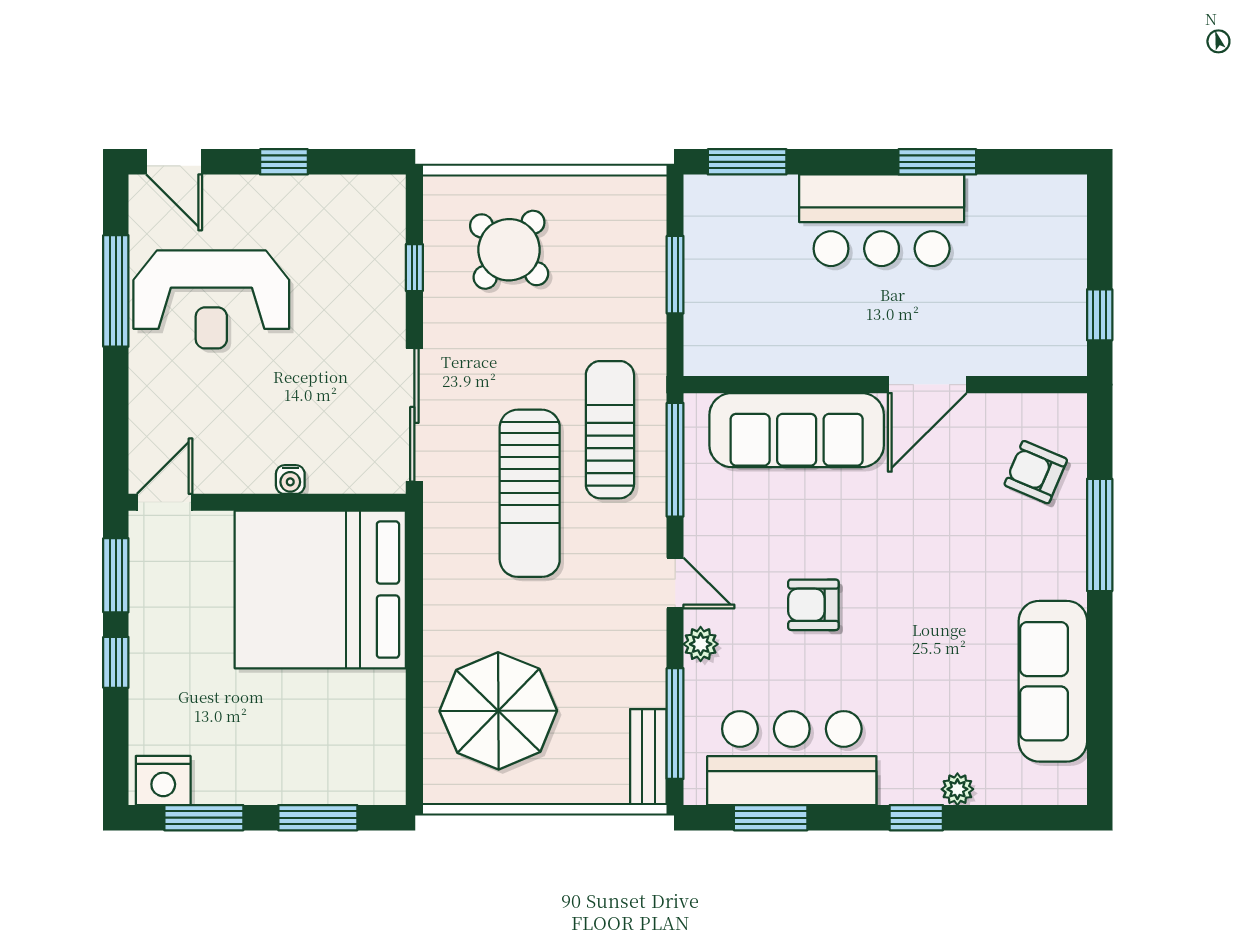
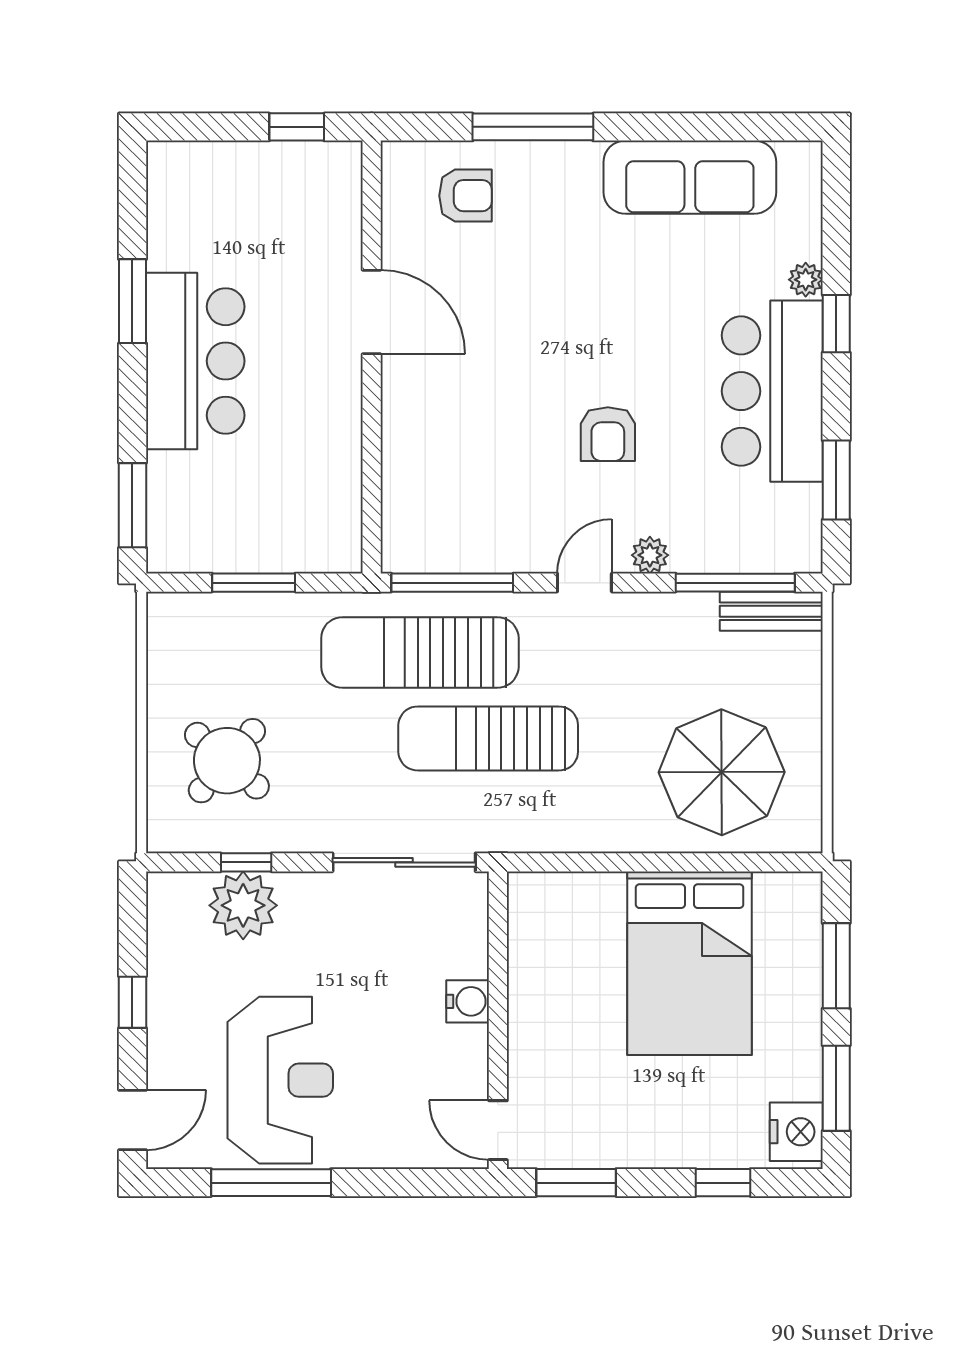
plant: (374, 265) -> (243, 905), added
sun lounger: (610, 430) -> (420, 652), width x1.36, depth x1.34
sofa: (797, 430) -> (420, 452), removed
armchair: (1036, 472) -> (465, 196), turned -113
water cooler: (290, 480) -> (468, 1001), width x1.38, depth x1.38
sun lounger: (530, 493) -> (488, 738), turned 180
bed: (320, 590) -> (690, 963), moved, width x0.73
window: (116, 662) -> (723, 1183), moved
bar counter: (792, 758) -> (772, 391), moved

